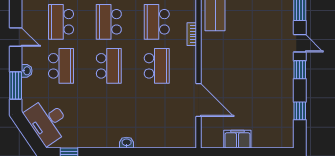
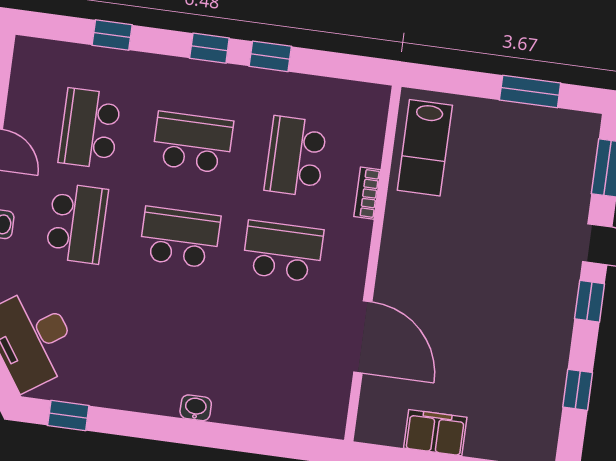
school desk: (109, 22) -> (193, 142), turned 90
school desk: (109, 66) -> (180, 237), turned -90
school desk: (157, 66) -> (283, 251), turned -90

